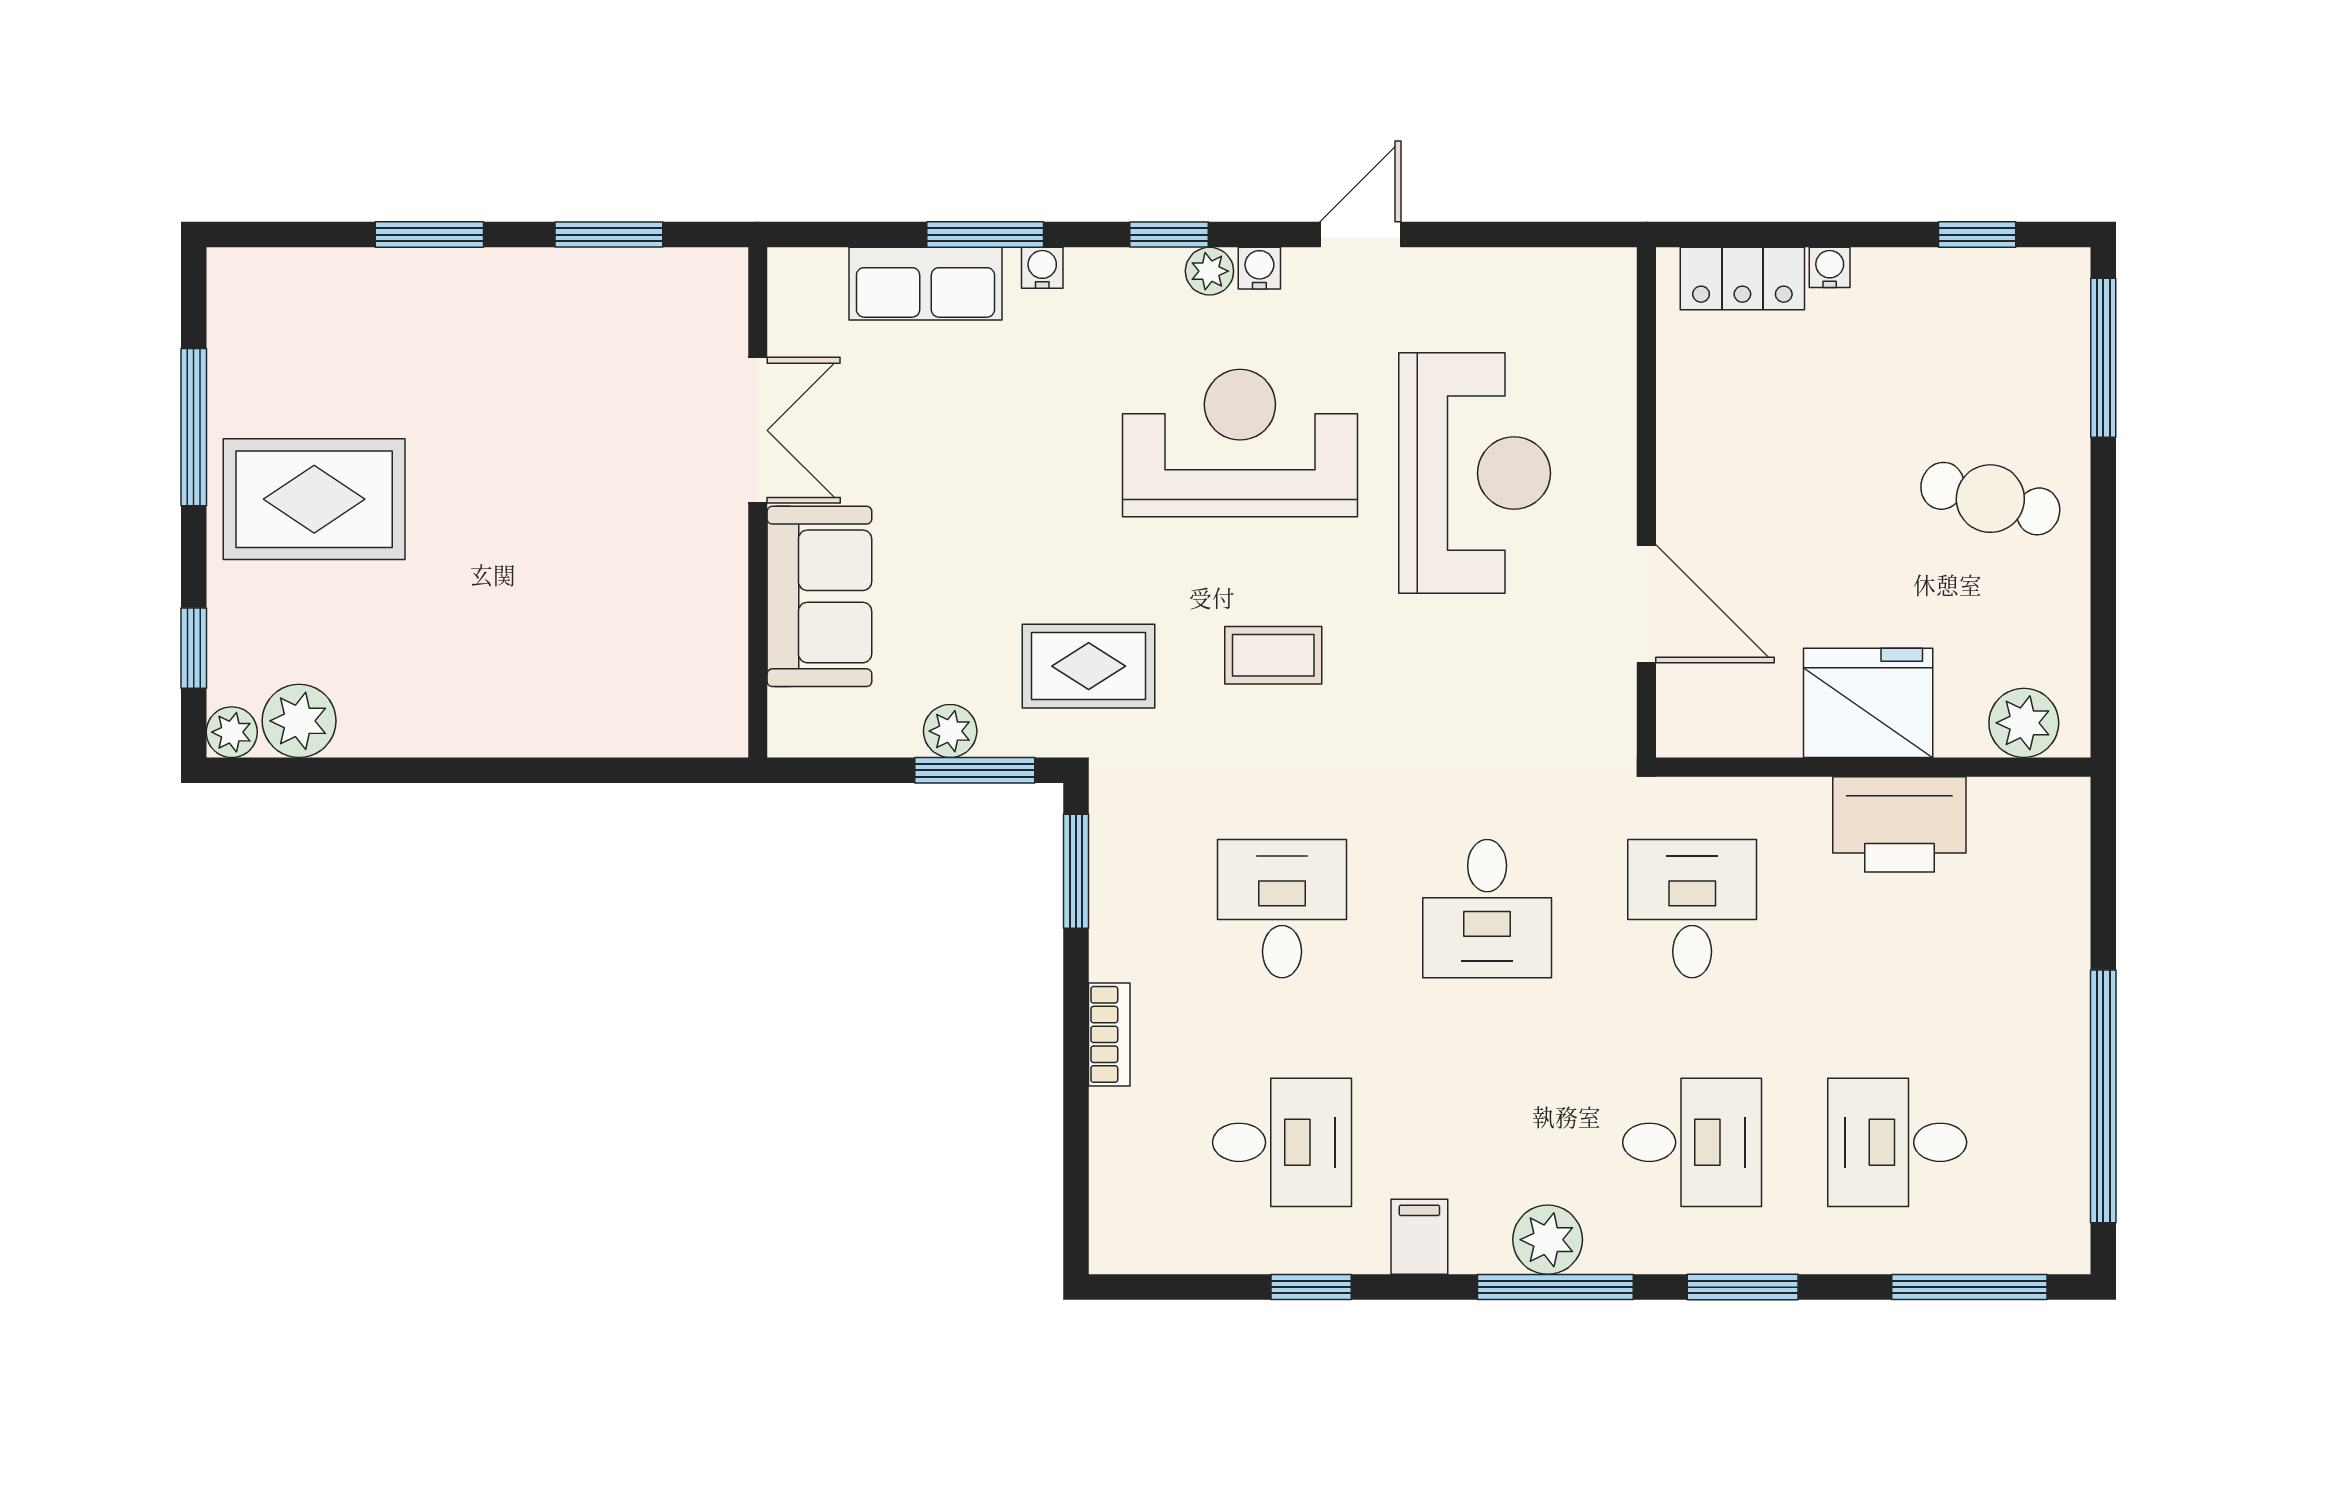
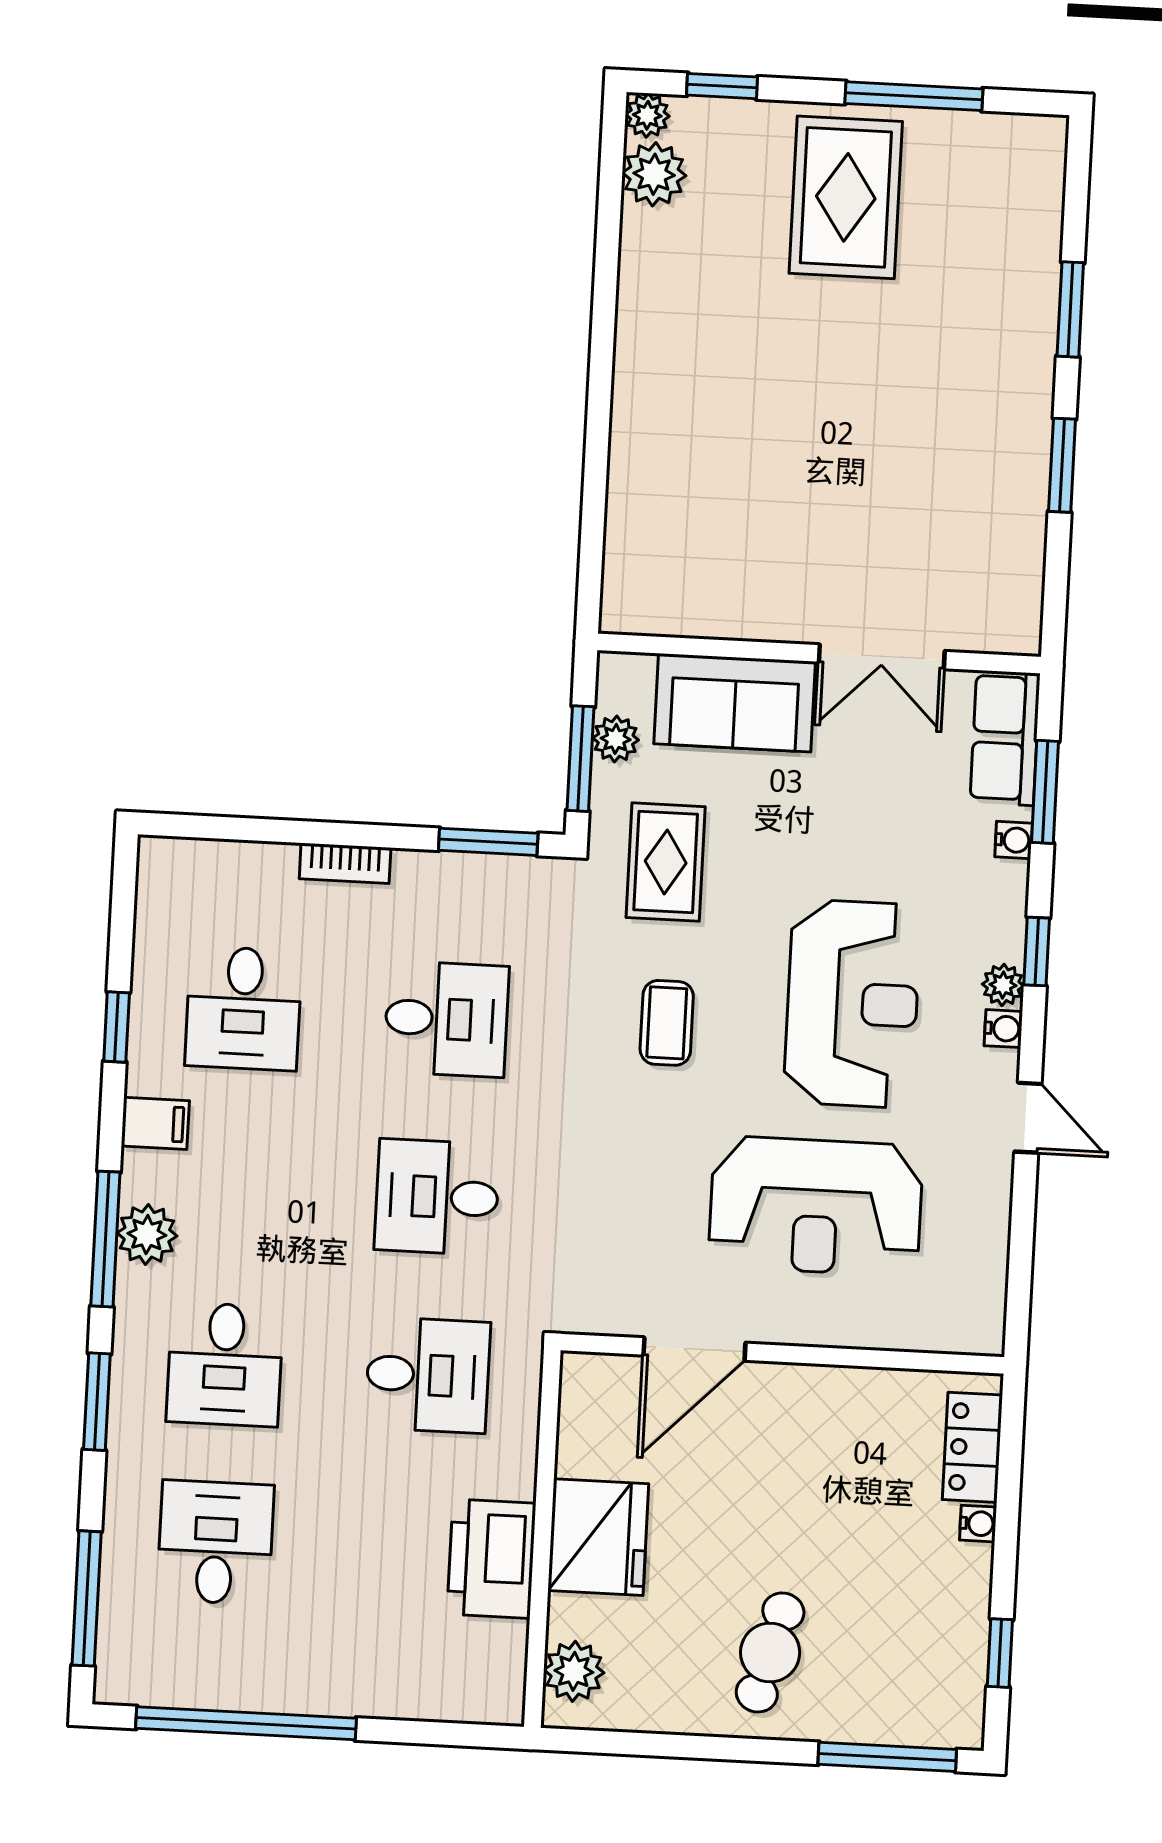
double door: (758, 430) -> (882, 657), moved
wall: (758, 502) -> (819, 653), moved
sofa: (819, 596) -> (735, 703), moved

